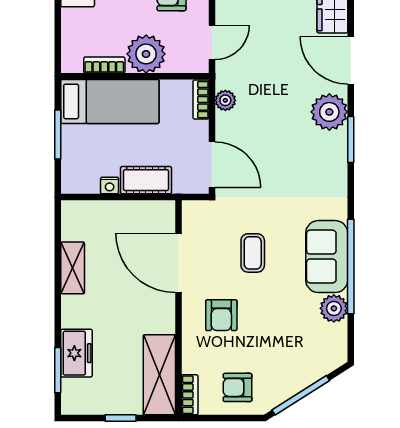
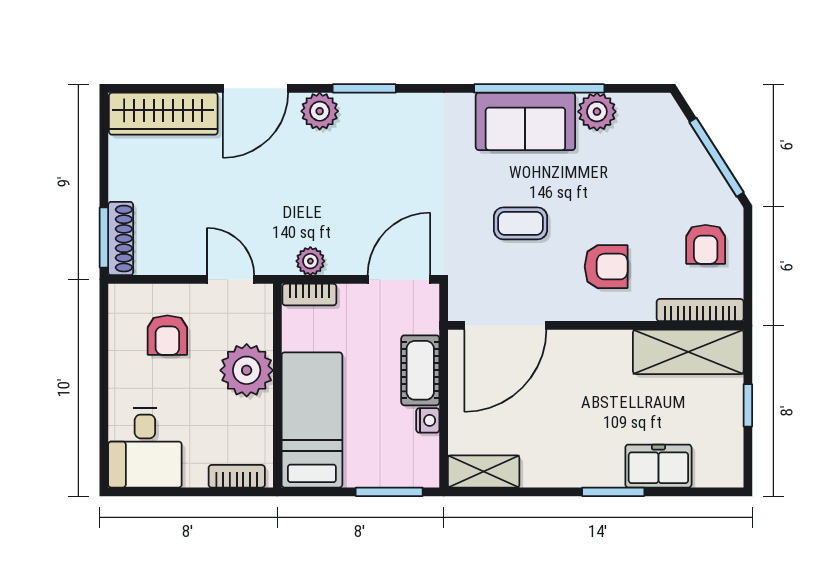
bookcase: (104, 65) -> (237, 476), moved, turned 90
plant: (329, 112) -> (320, 111), width x0.73, depth x0.73
window: (58, 134) -> (389, 492), moved
door: (179, 263) -> (505, 325), moved
shelving: (73, 268) -> (484, 471), moved
window: (58, 370) -> (613, 492), moved
bookcase: (190, 395) -> (700, 310), width x1.56

